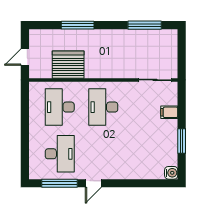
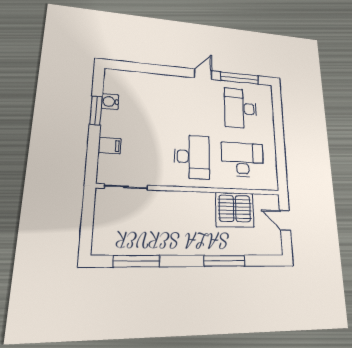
door: (25, 57) -> (285, 220), swing flipped
desk: (60, 107) -> (243, 160), turned -90
water cooler: (171, 173) -> (110, 102), moved

